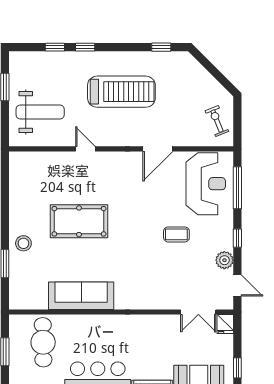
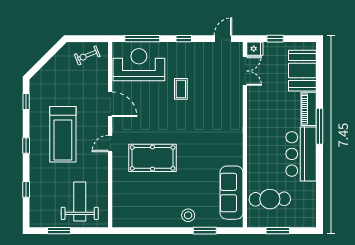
window: (85, 47) -> (26, 145), moved
treadmill: (121, 92) -> (63, 134), turned 180
door: (85, 149) -> (110, 144), moved
pool table: (79, 221) -> (153, 158), moved, turned 90
plant: (224, 260) -> (202, 49), removed
sofa: (81, 296) -> (231, 193), moved
window: (237, 368) -> (275, 39), moved

